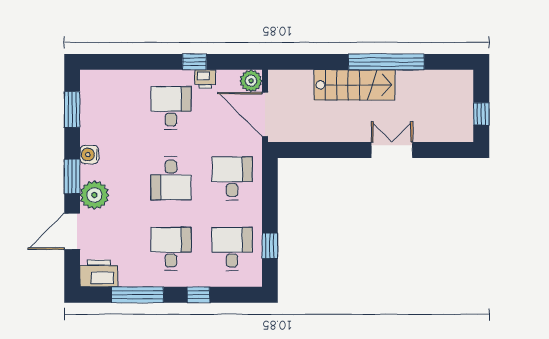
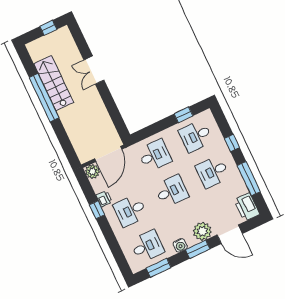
stairs: (354, 85) -> (54, 83), moved
desk: (110, 108) -> (147, 246), added
desk: (232, 178) -> (155, 155), turned 180

